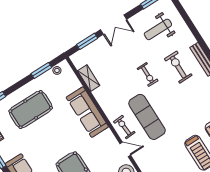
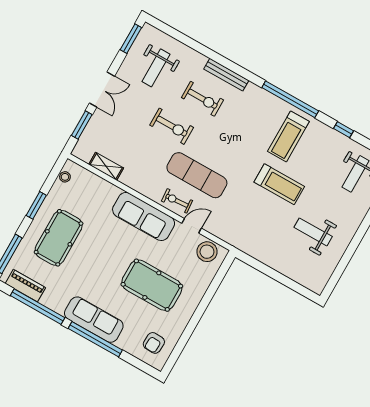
exercise bike: (178, 67) -> (202, 99), turned 180
window: (41, 70) -> (36, 205), moved
exercise bike: (148, 75) -> (172, 126), width x1.38, depth x1.39
sofa: (87, 112) -> (144, 216), moved

